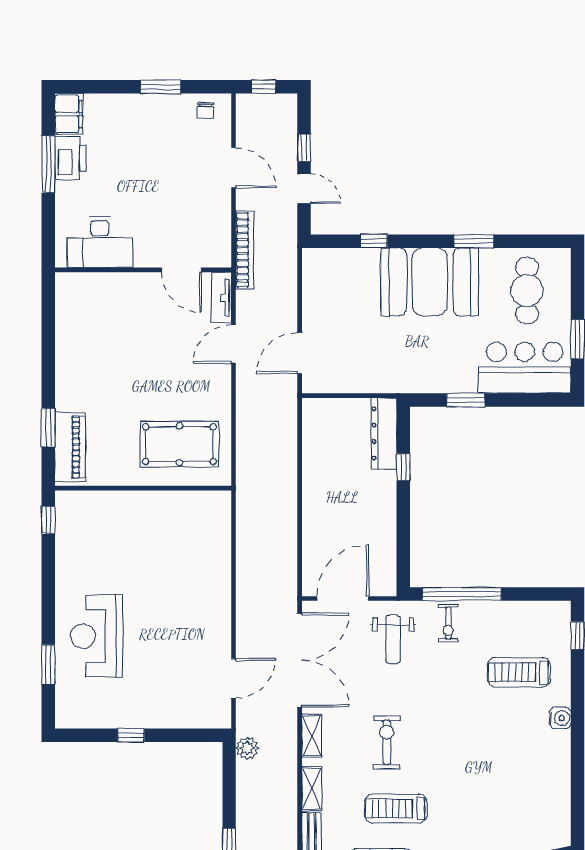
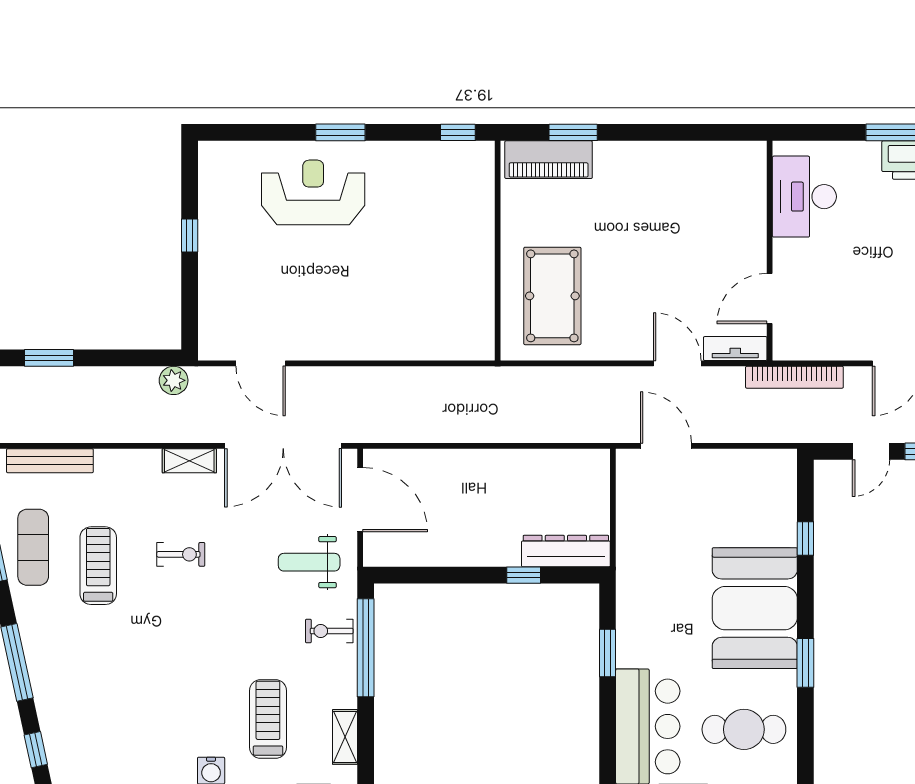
window: (48, 665) -> (340, 132), moved
exercise bike: (387, 742) -> (181, 554), width x0.73, depth x0.72
shelving: (312, 789) -> (345, 737), moved, turned 90

